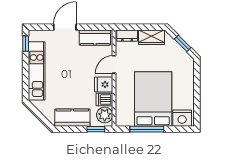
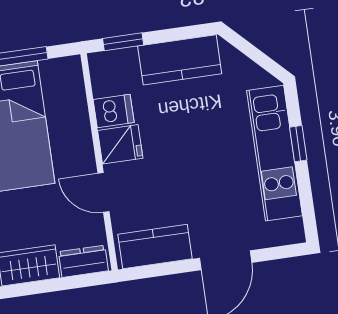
window: (26, 44) -> (298, 144), moved
door: (114, 64) -> (103, 193), swing flipped
plant: (105, 115) -> (108, 76), removed

